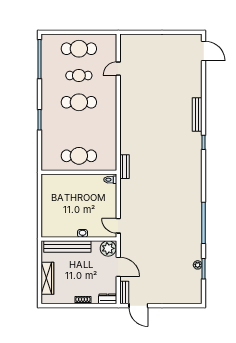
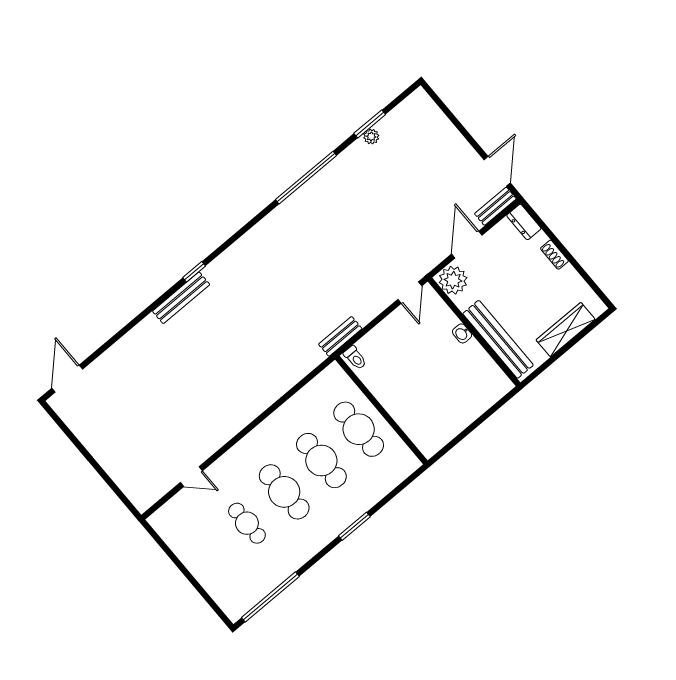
cafe table: (79, 49) -> (321, 461), moved
bench: (197, 115) -> (181, 298), moved
bench: (124, 167) -> (340, 336), moved

